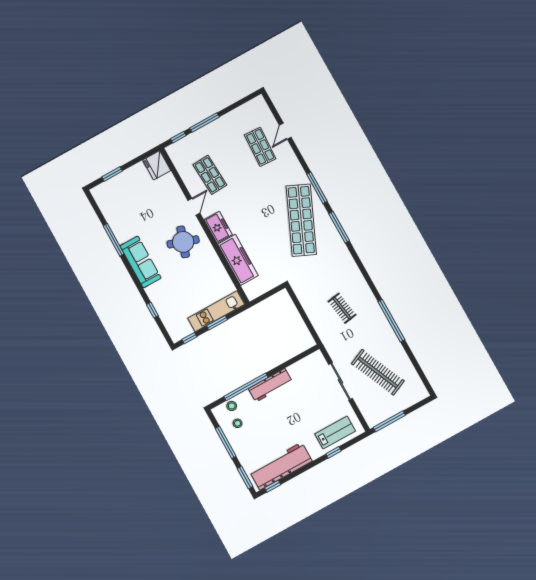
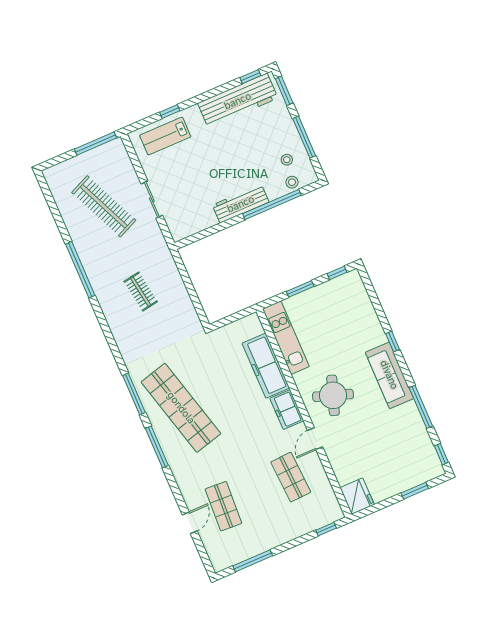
window: (205, 122) -> (253, 561), moved
window: (94, 205) -> (441, 454), added
shop shelf: (301, 220) -> (181, 408), turned -39
window: (152, 310) -> (393, 341), moved
kitchen unit: (216, 311) -> (286, 338), moved, turned -90
sliding door: (341, 381) -> (152, 200), width x0.73

